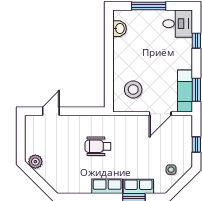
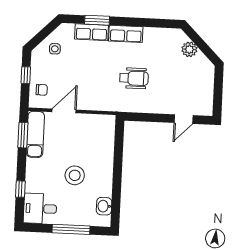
stool: (133, 89) -> (75, 175), moved
chair: (181, 132) -> (42, 90), added
plant: (35, 162) -> (189, 49), moved

